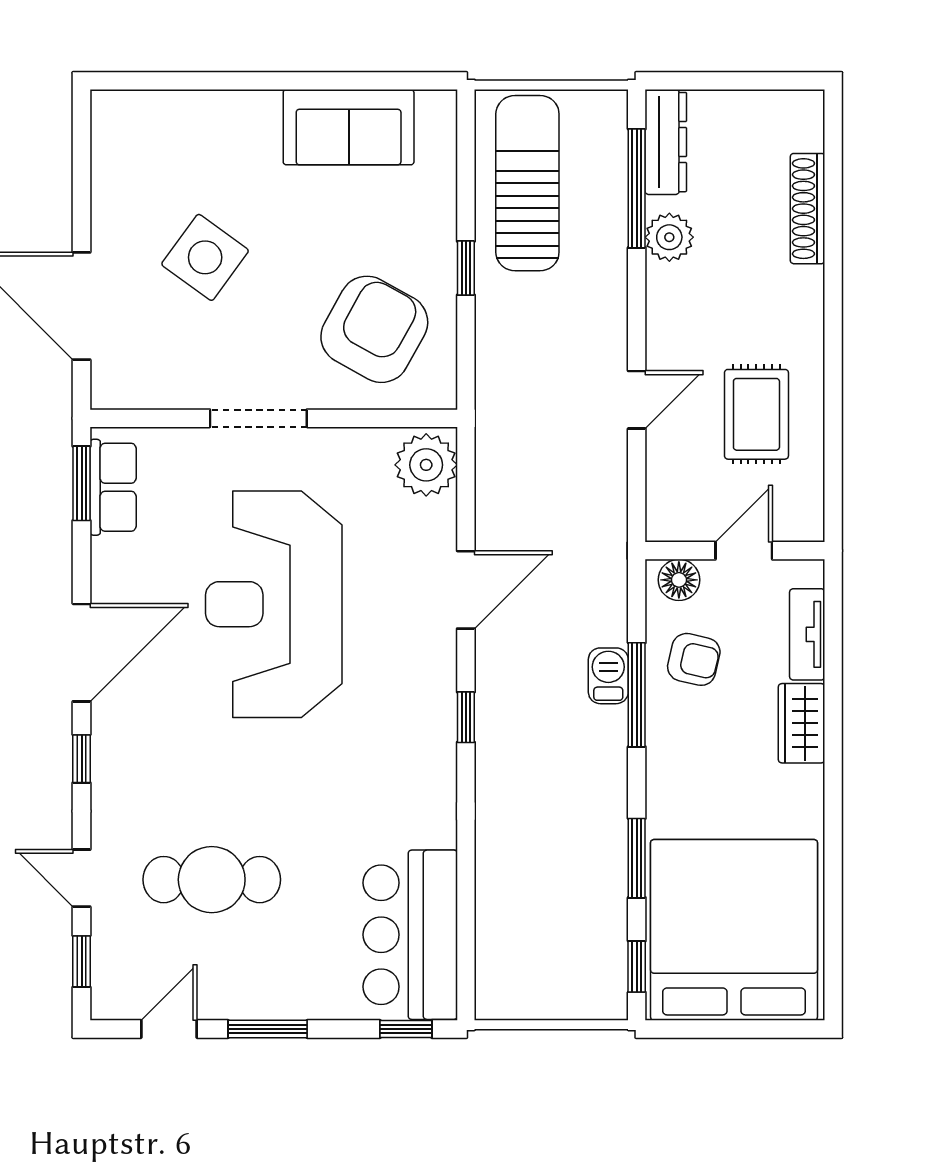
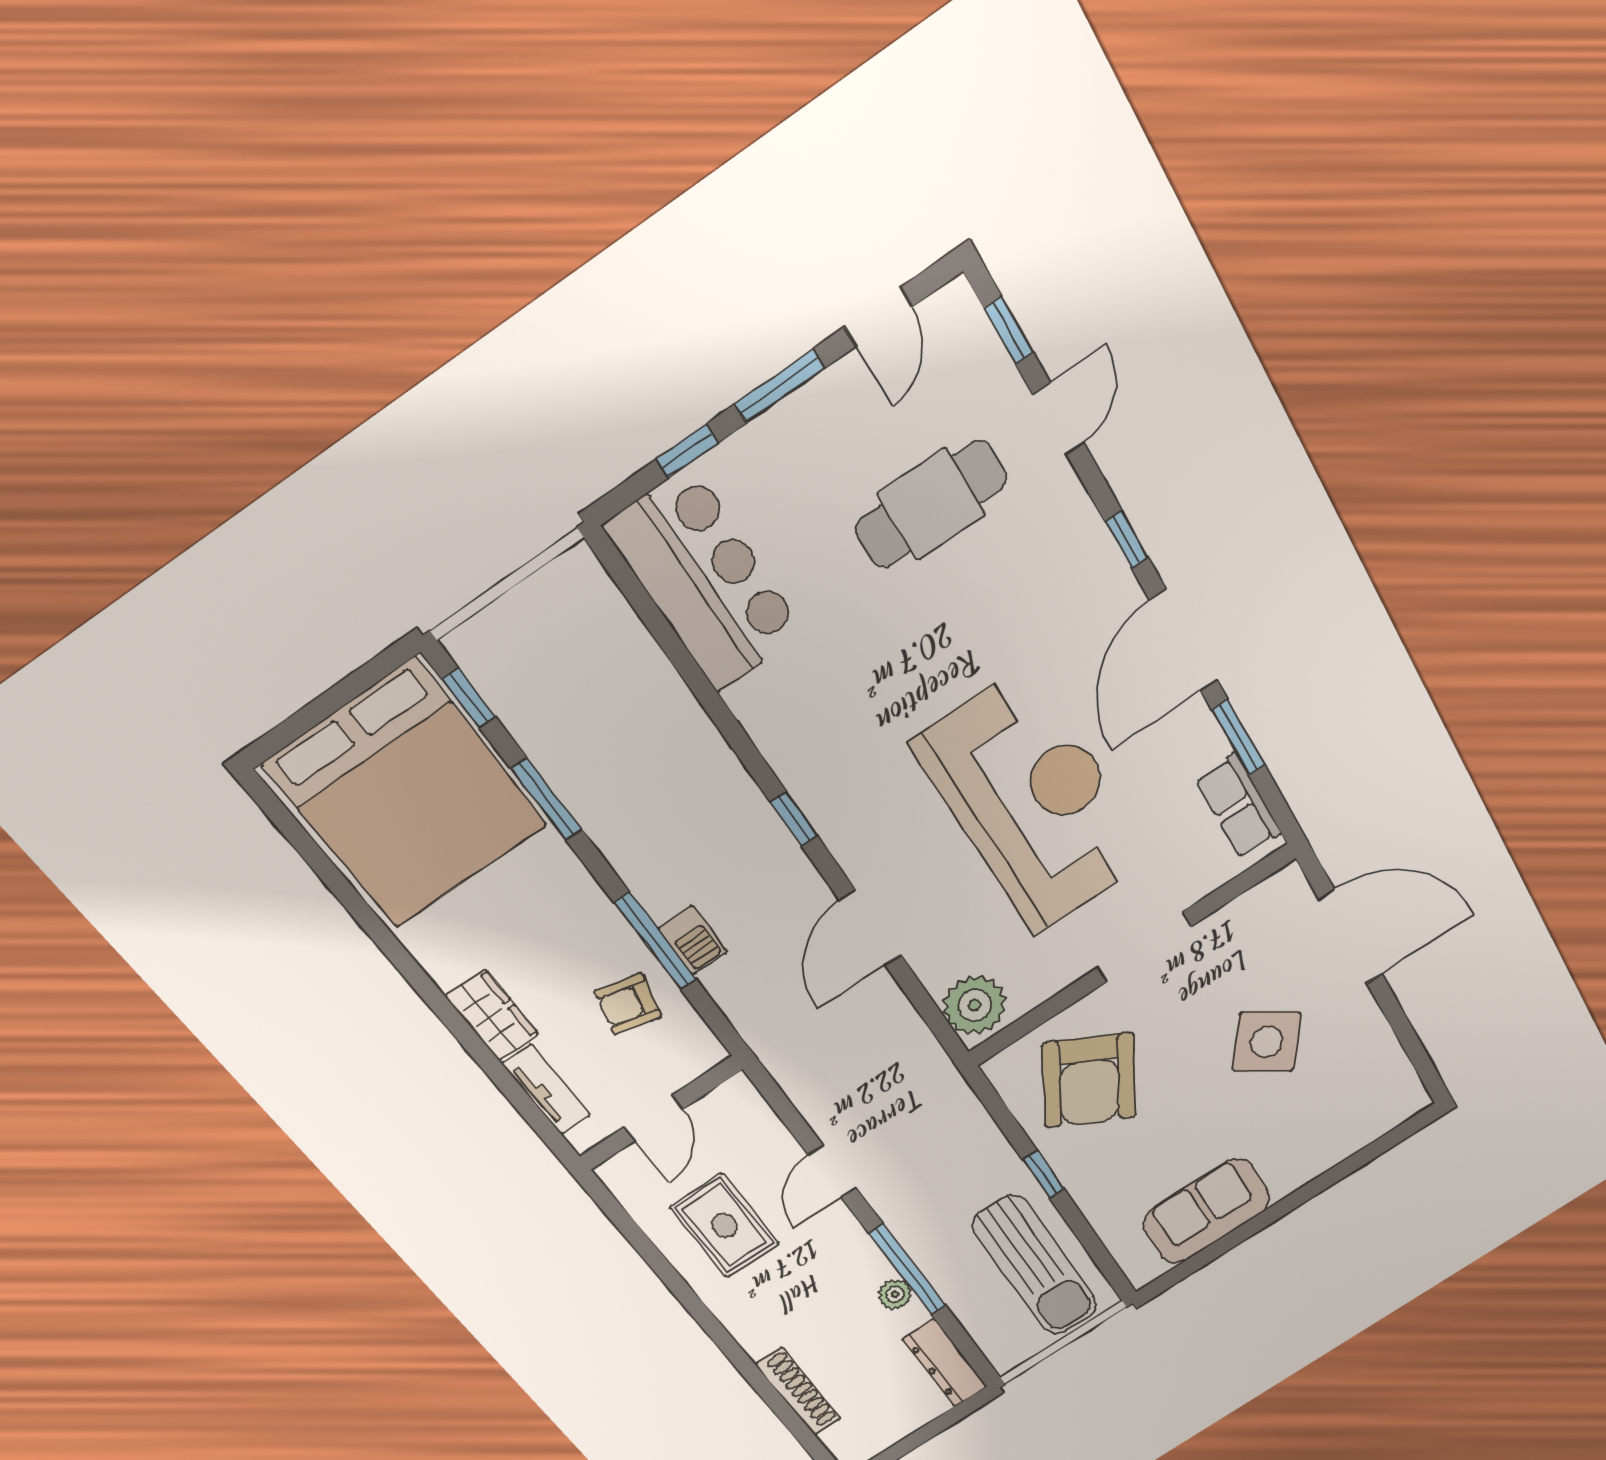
window: (637, 188) -> (907, 1269), moved
plant: (669, 237) -> (895, 1294), width x0.73, depth x0.73
window: (82, 483) -> (1238, 737), moved
floor lamp: (679, 580) -> (691, 1059), removed
door: (82, 878) -> (1058, 419), hinge flipped
window: (406, 1029) -> (687, 451), moved

